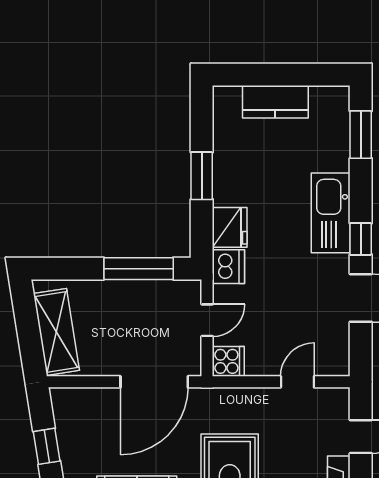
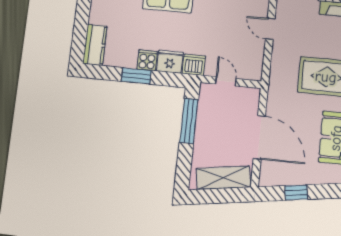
kitchen counter: (275, 102) -> (95, 45), moved
cooker: (228, 361) -> (147, 60), moved
door: (154, 382) -> (259, 137), moved

